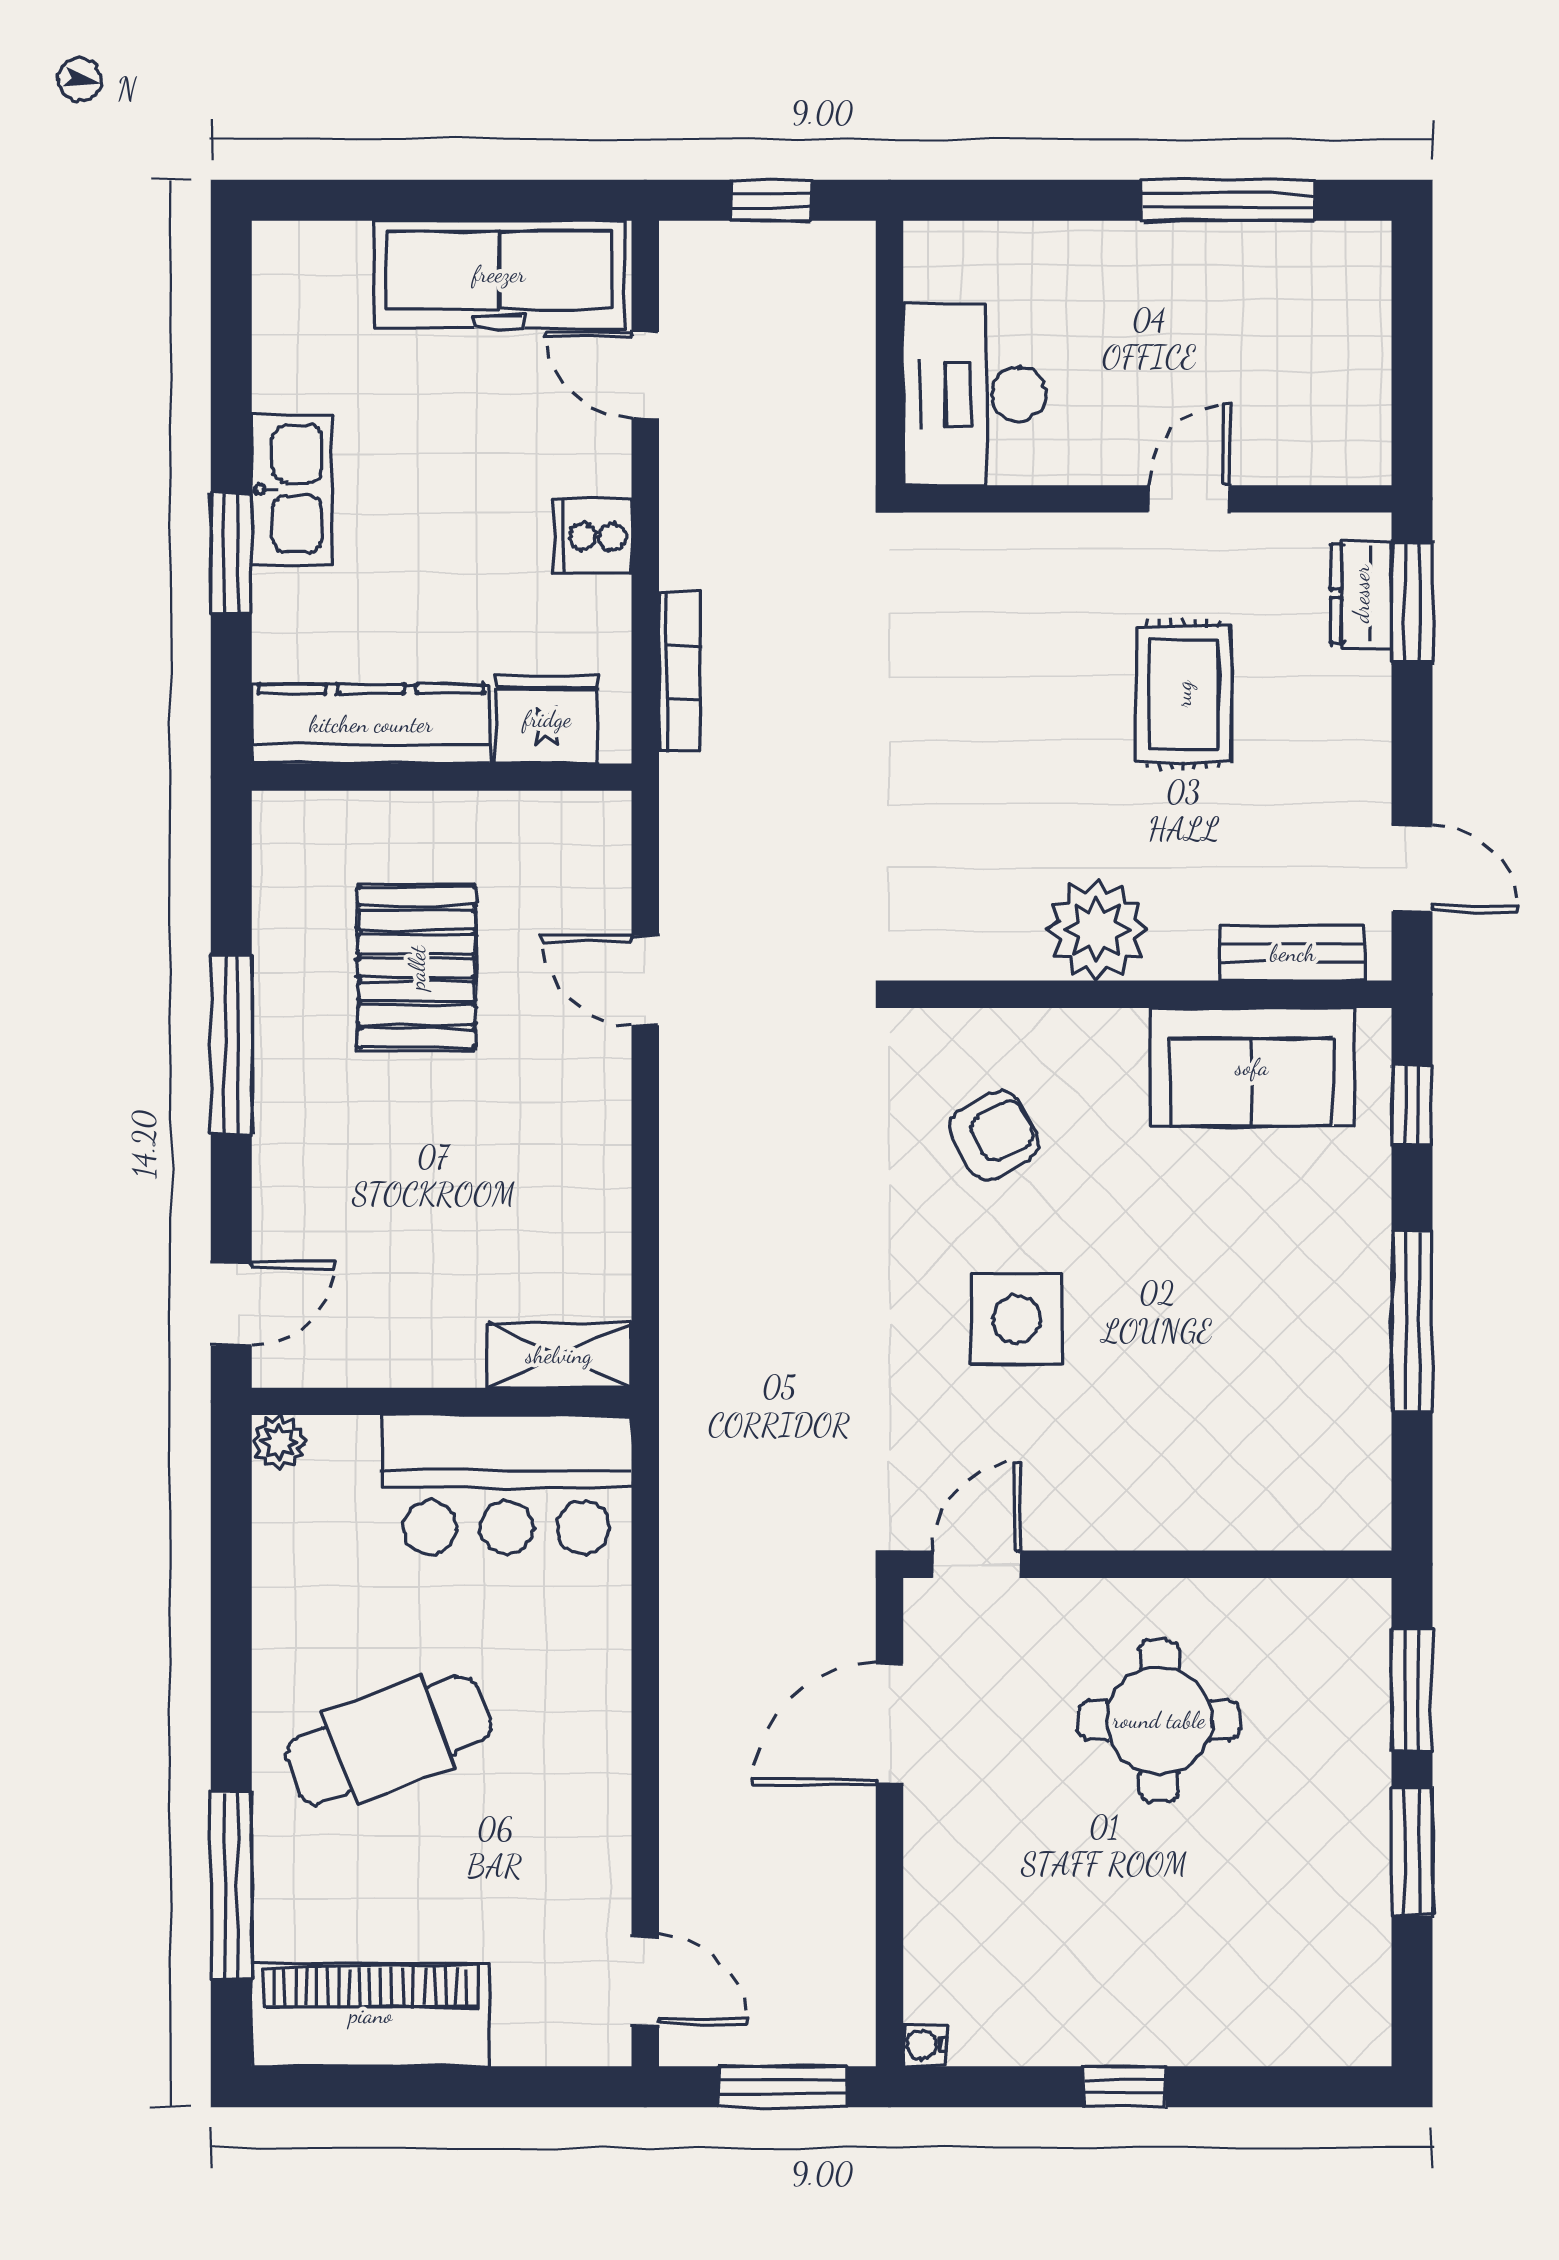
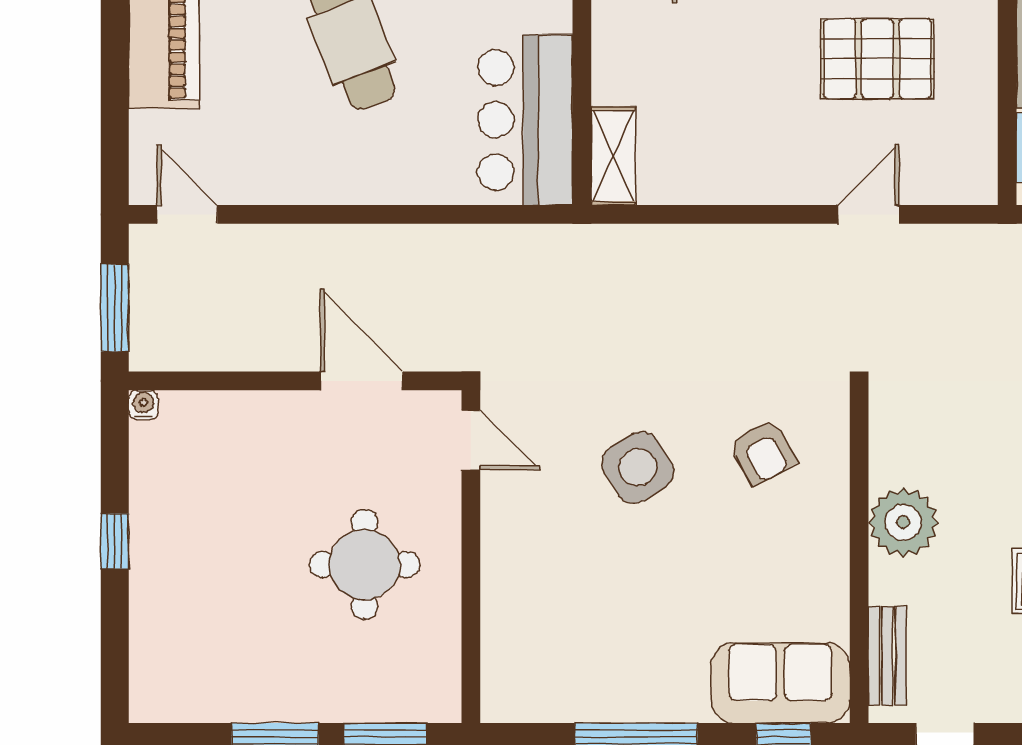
sofa: (1252, 1067) -> (780, 683), moved, turned 90
side table: (1016, 1319) -> (638, 467), turned -32
door: (645, 1981) -> (187, 214), swing flipped

